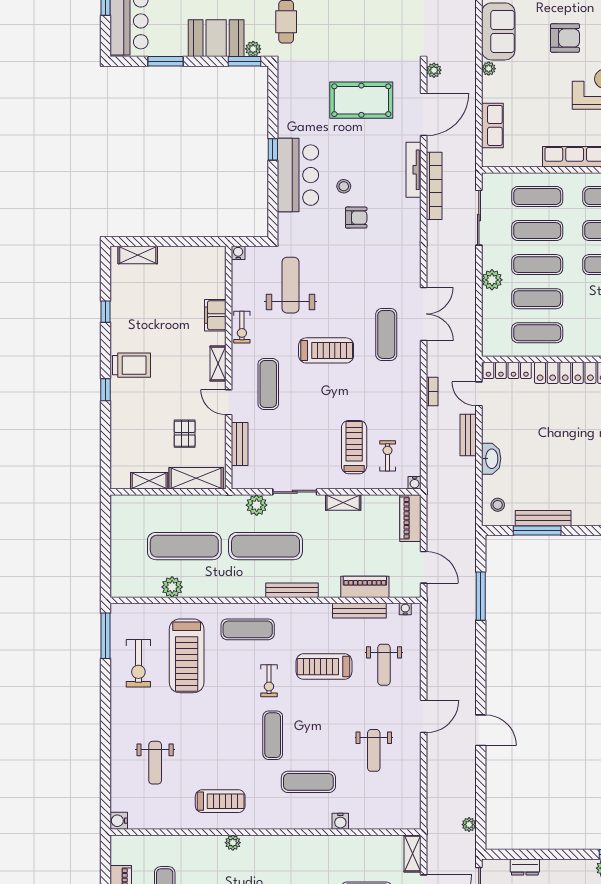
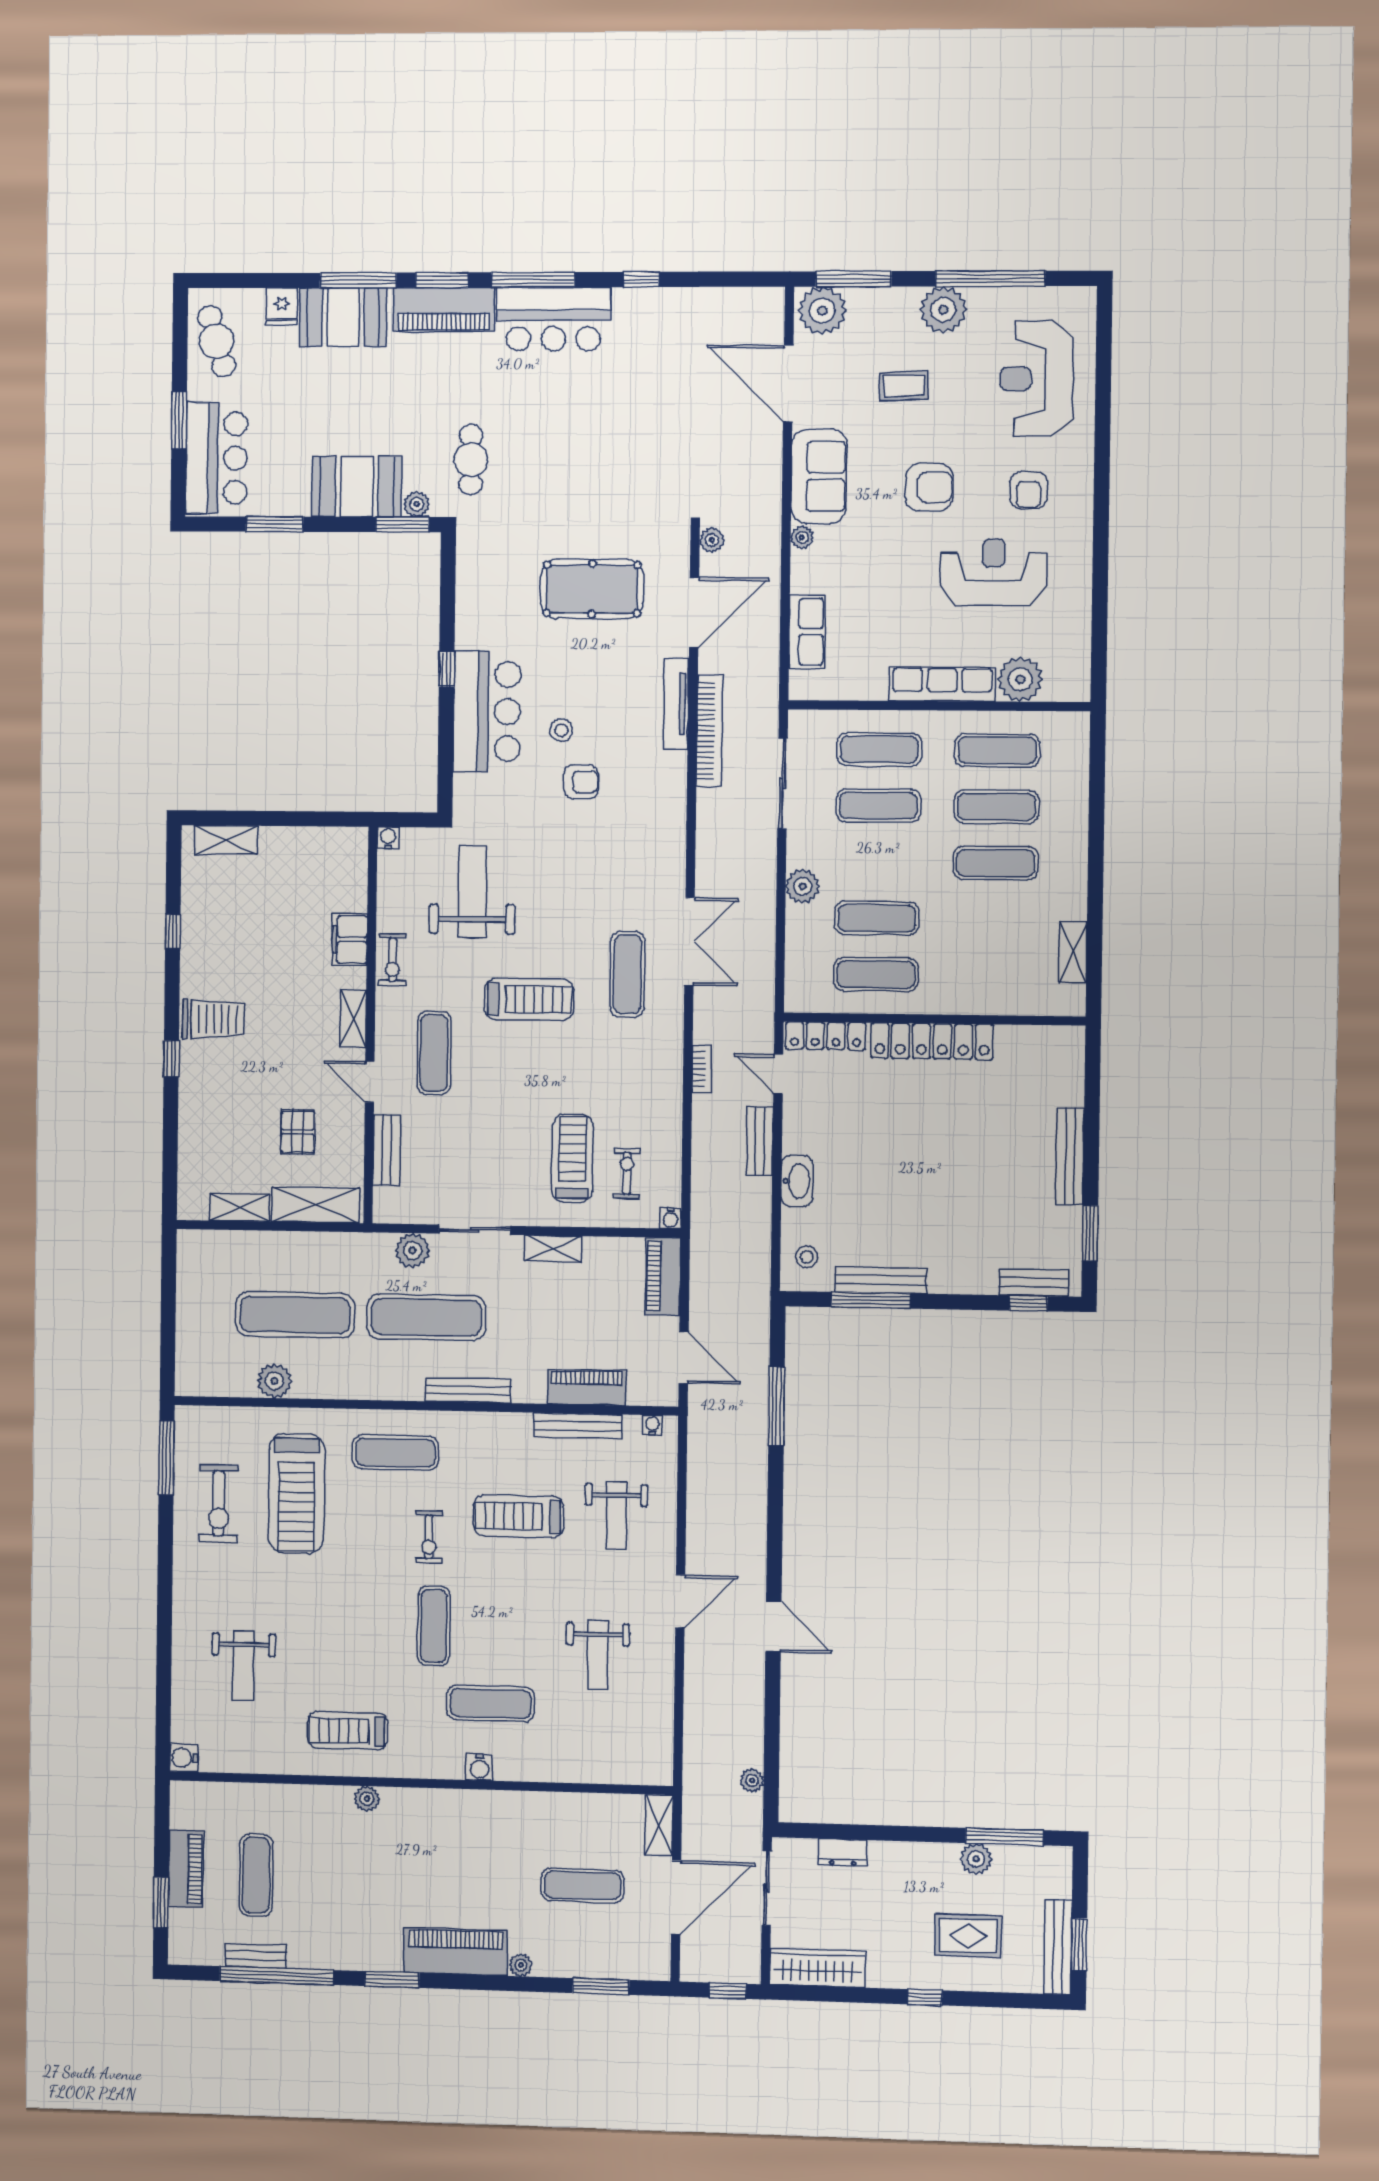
exercise mat: (537, 265) -> (878, 862), removed
treadmill: (220, 801) -> (348, 1731), turned 180
water cooler: (340, 821) -> (479, 1767), moved

